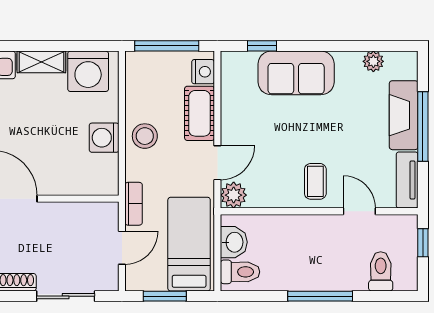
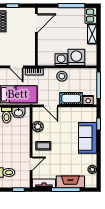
washing machine: (88, 71) -> (76, 57), moved, turned 90
plant: (234, 195) -> (38, 127), moved

